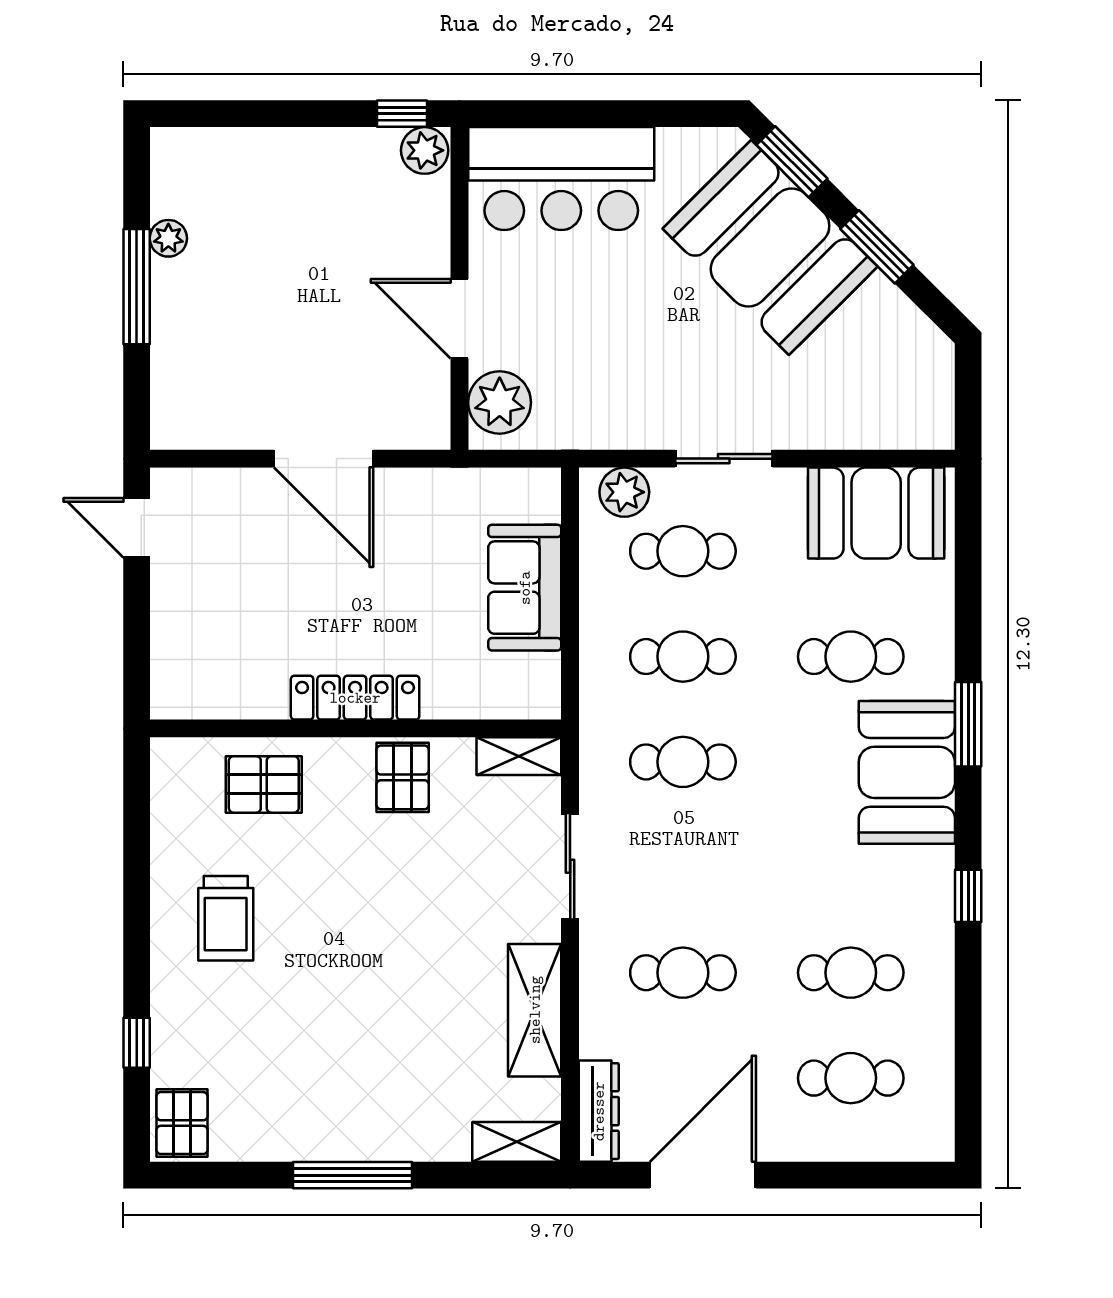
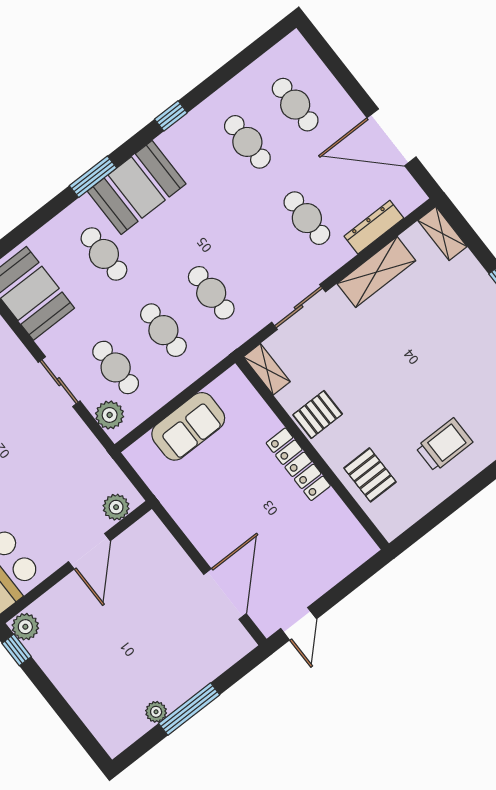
plant: (500, 402) -> (116, 507), width x0.73, depth x0.73
door: (324, 459) -> (225, 594), moved
dresser: (599, 1111) -> (374, 227), moved

